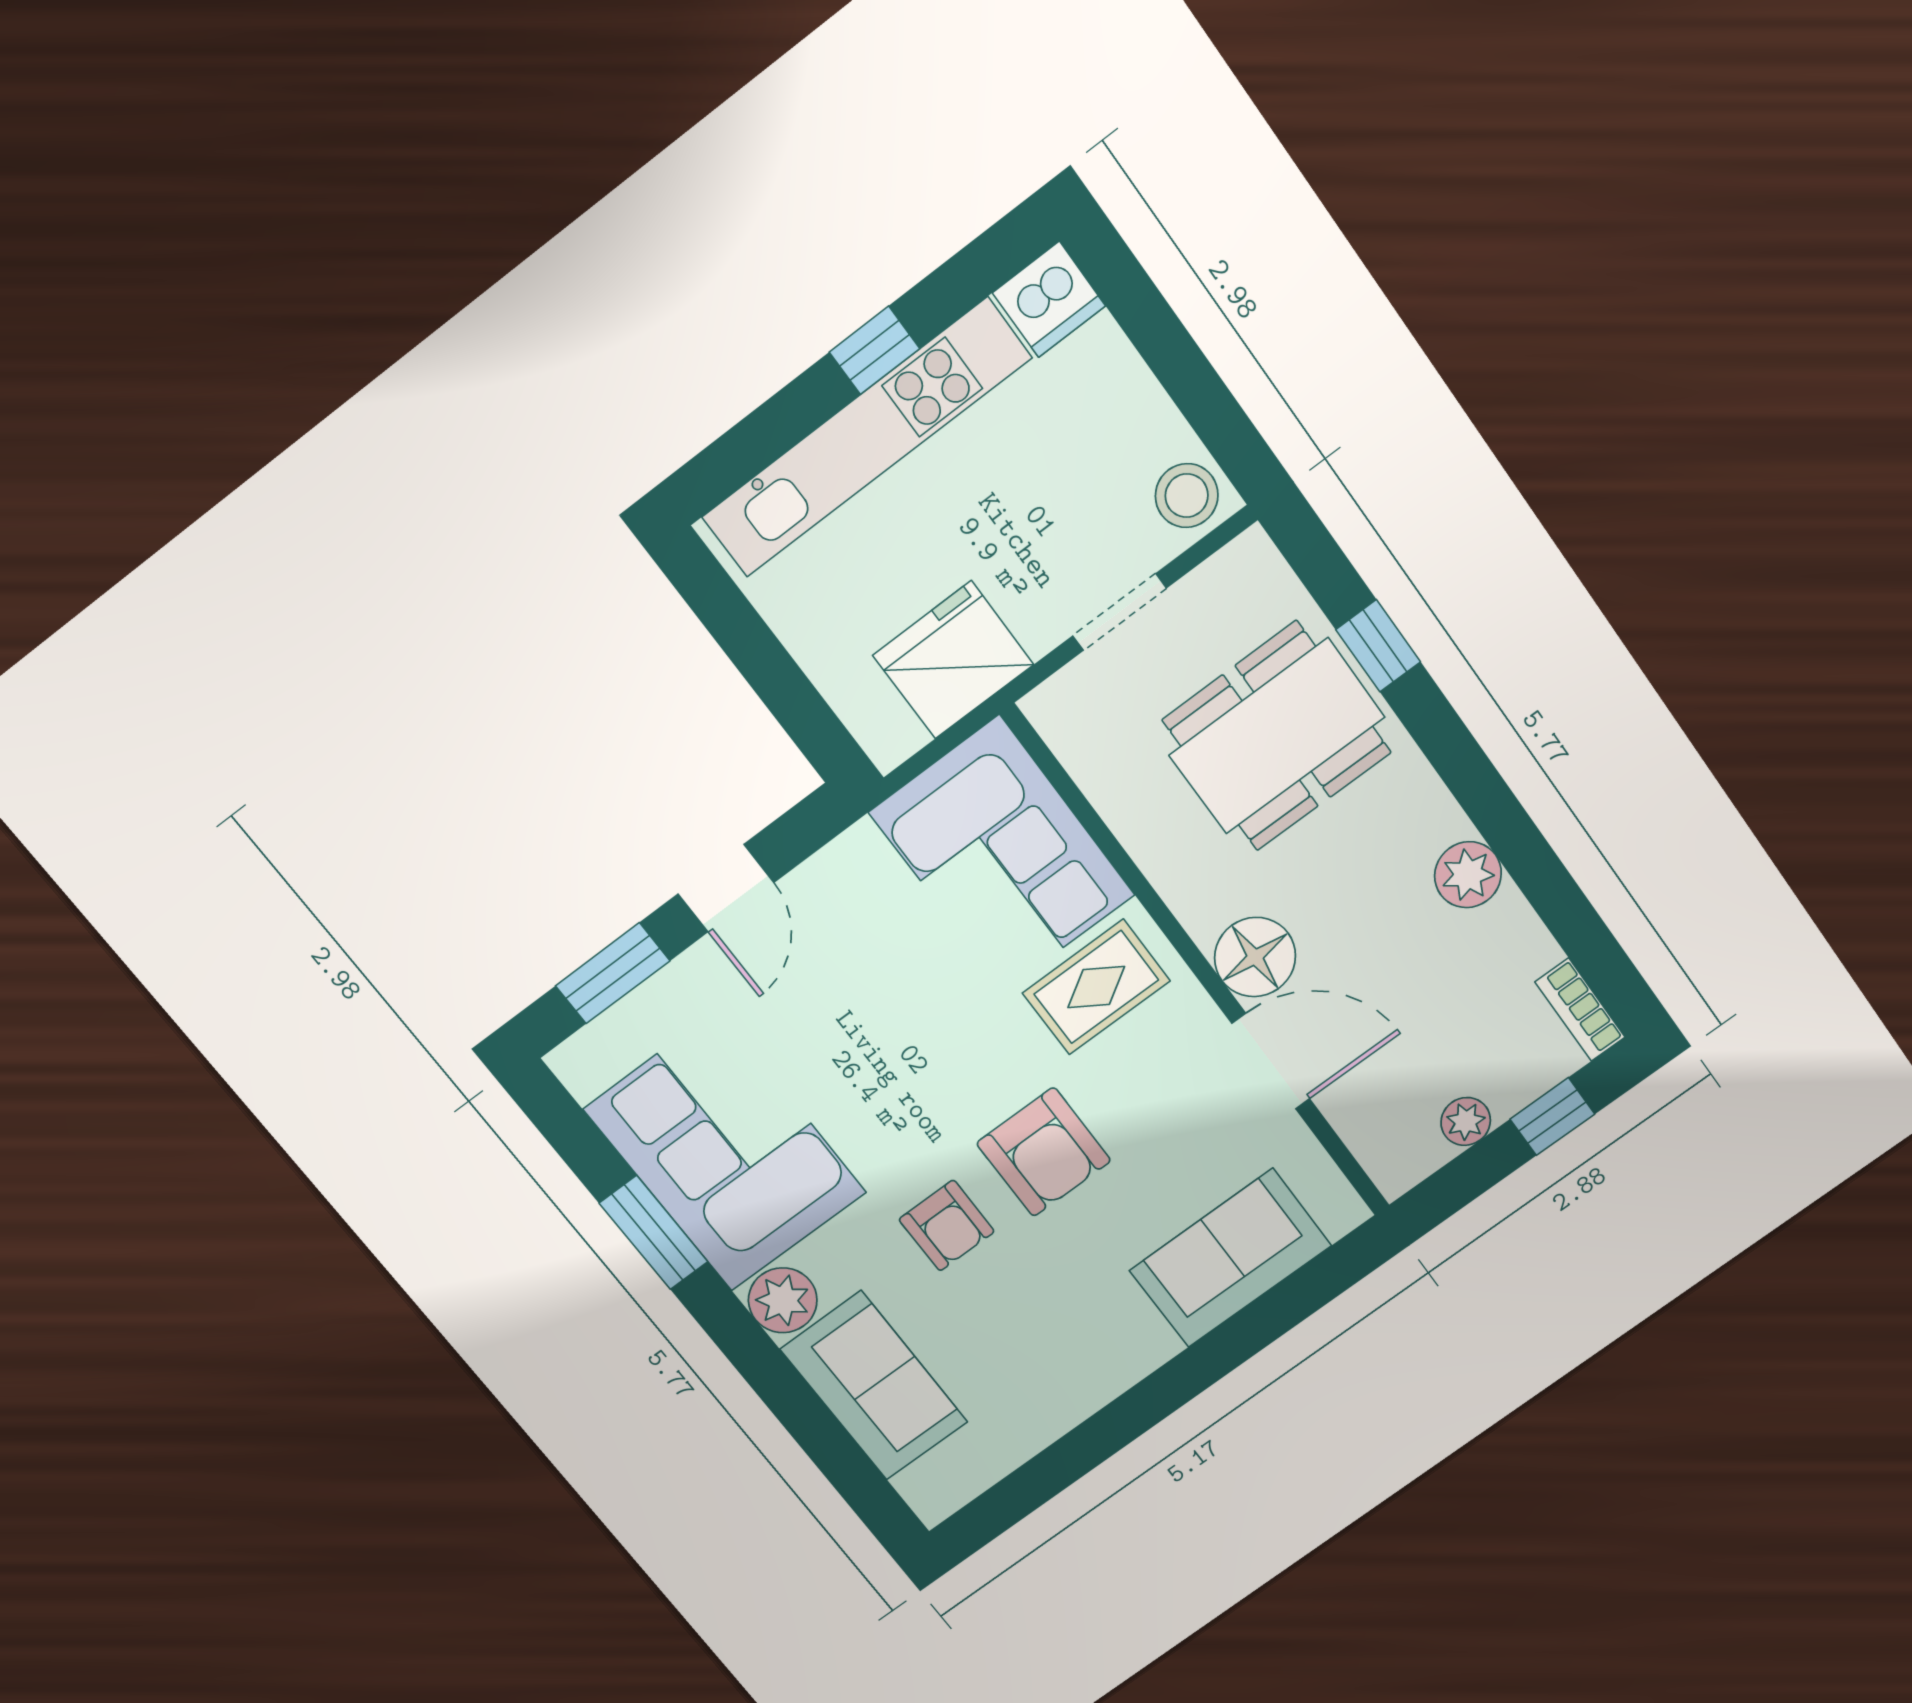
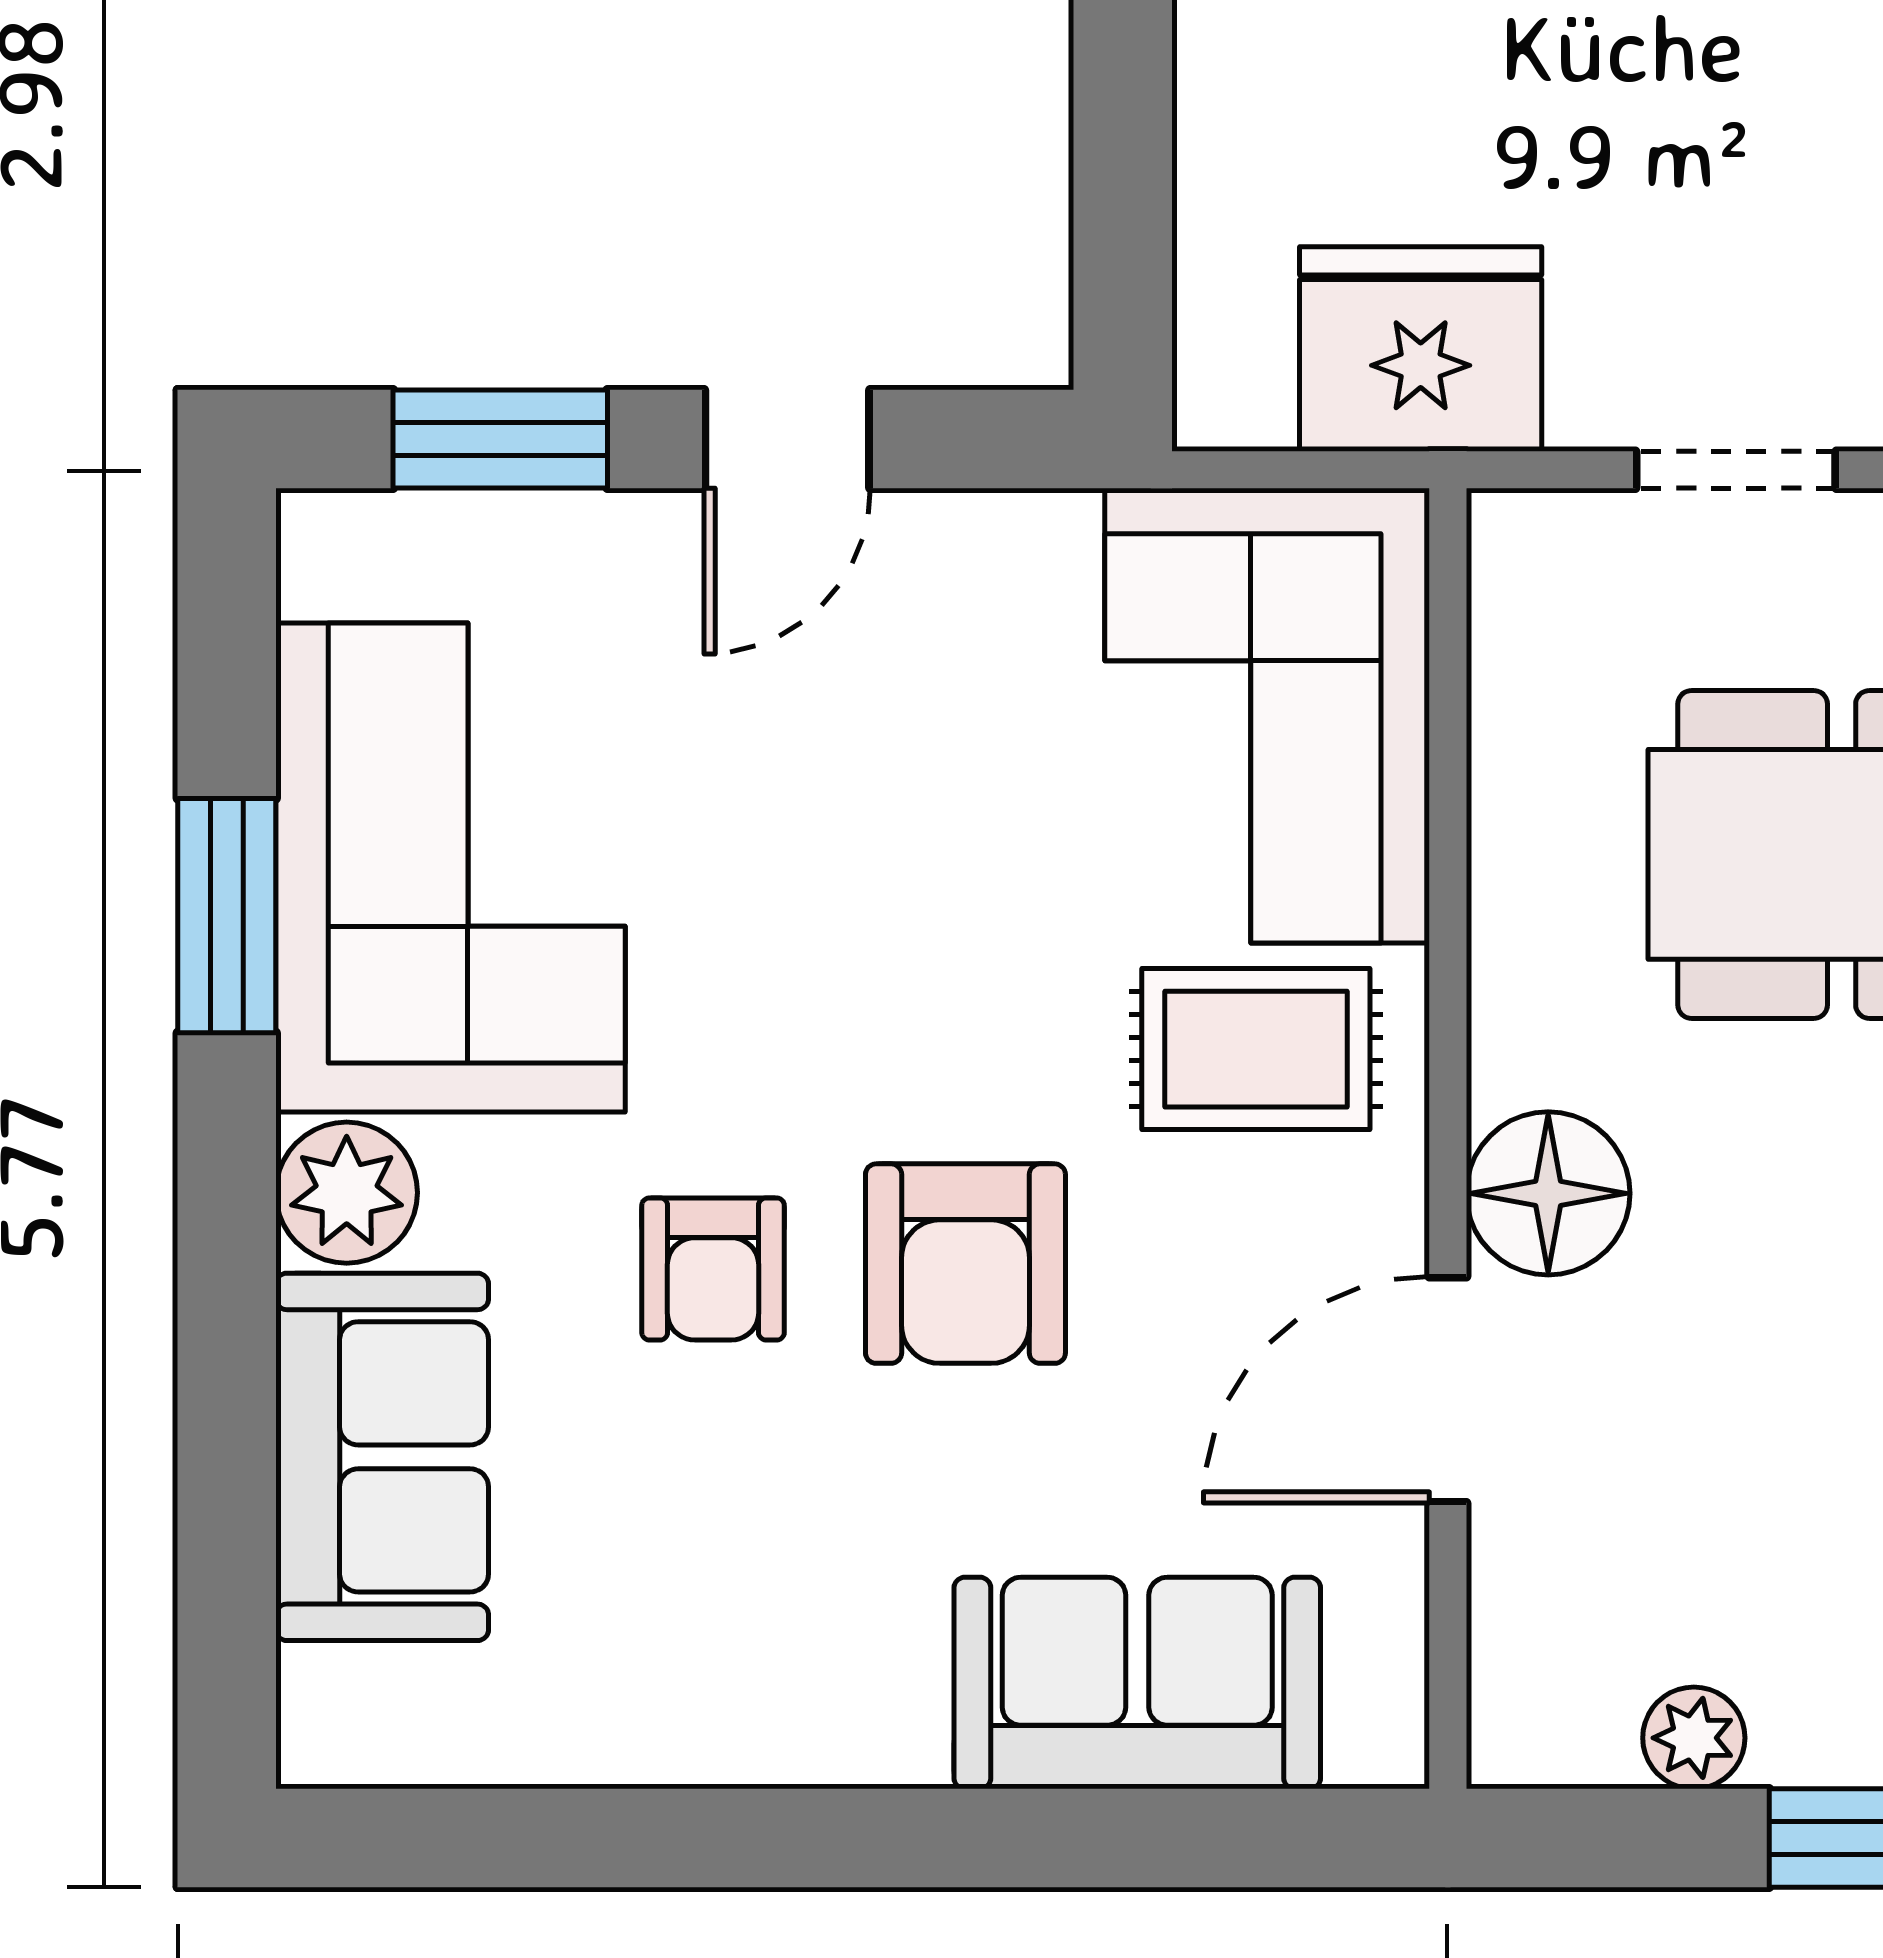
door: (1271, 1061) -> (1448, 1390), swing flipped

